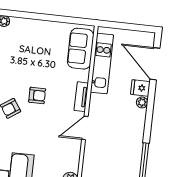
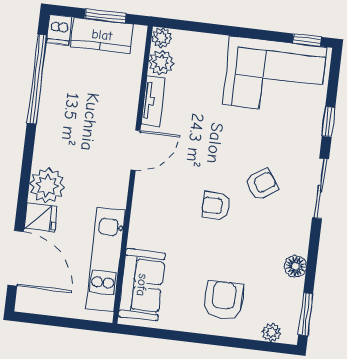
armchair: (32, 40) -> (224, 300), added
tv unit: (81, 97) -> (153, 101), moved
plant: (142, 102) -> (47, 185), width x1.88, depth x1.88

